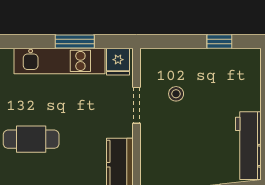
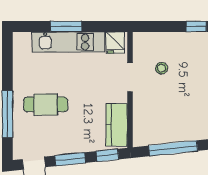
window: (75, 42) -> (66, 26), moved

